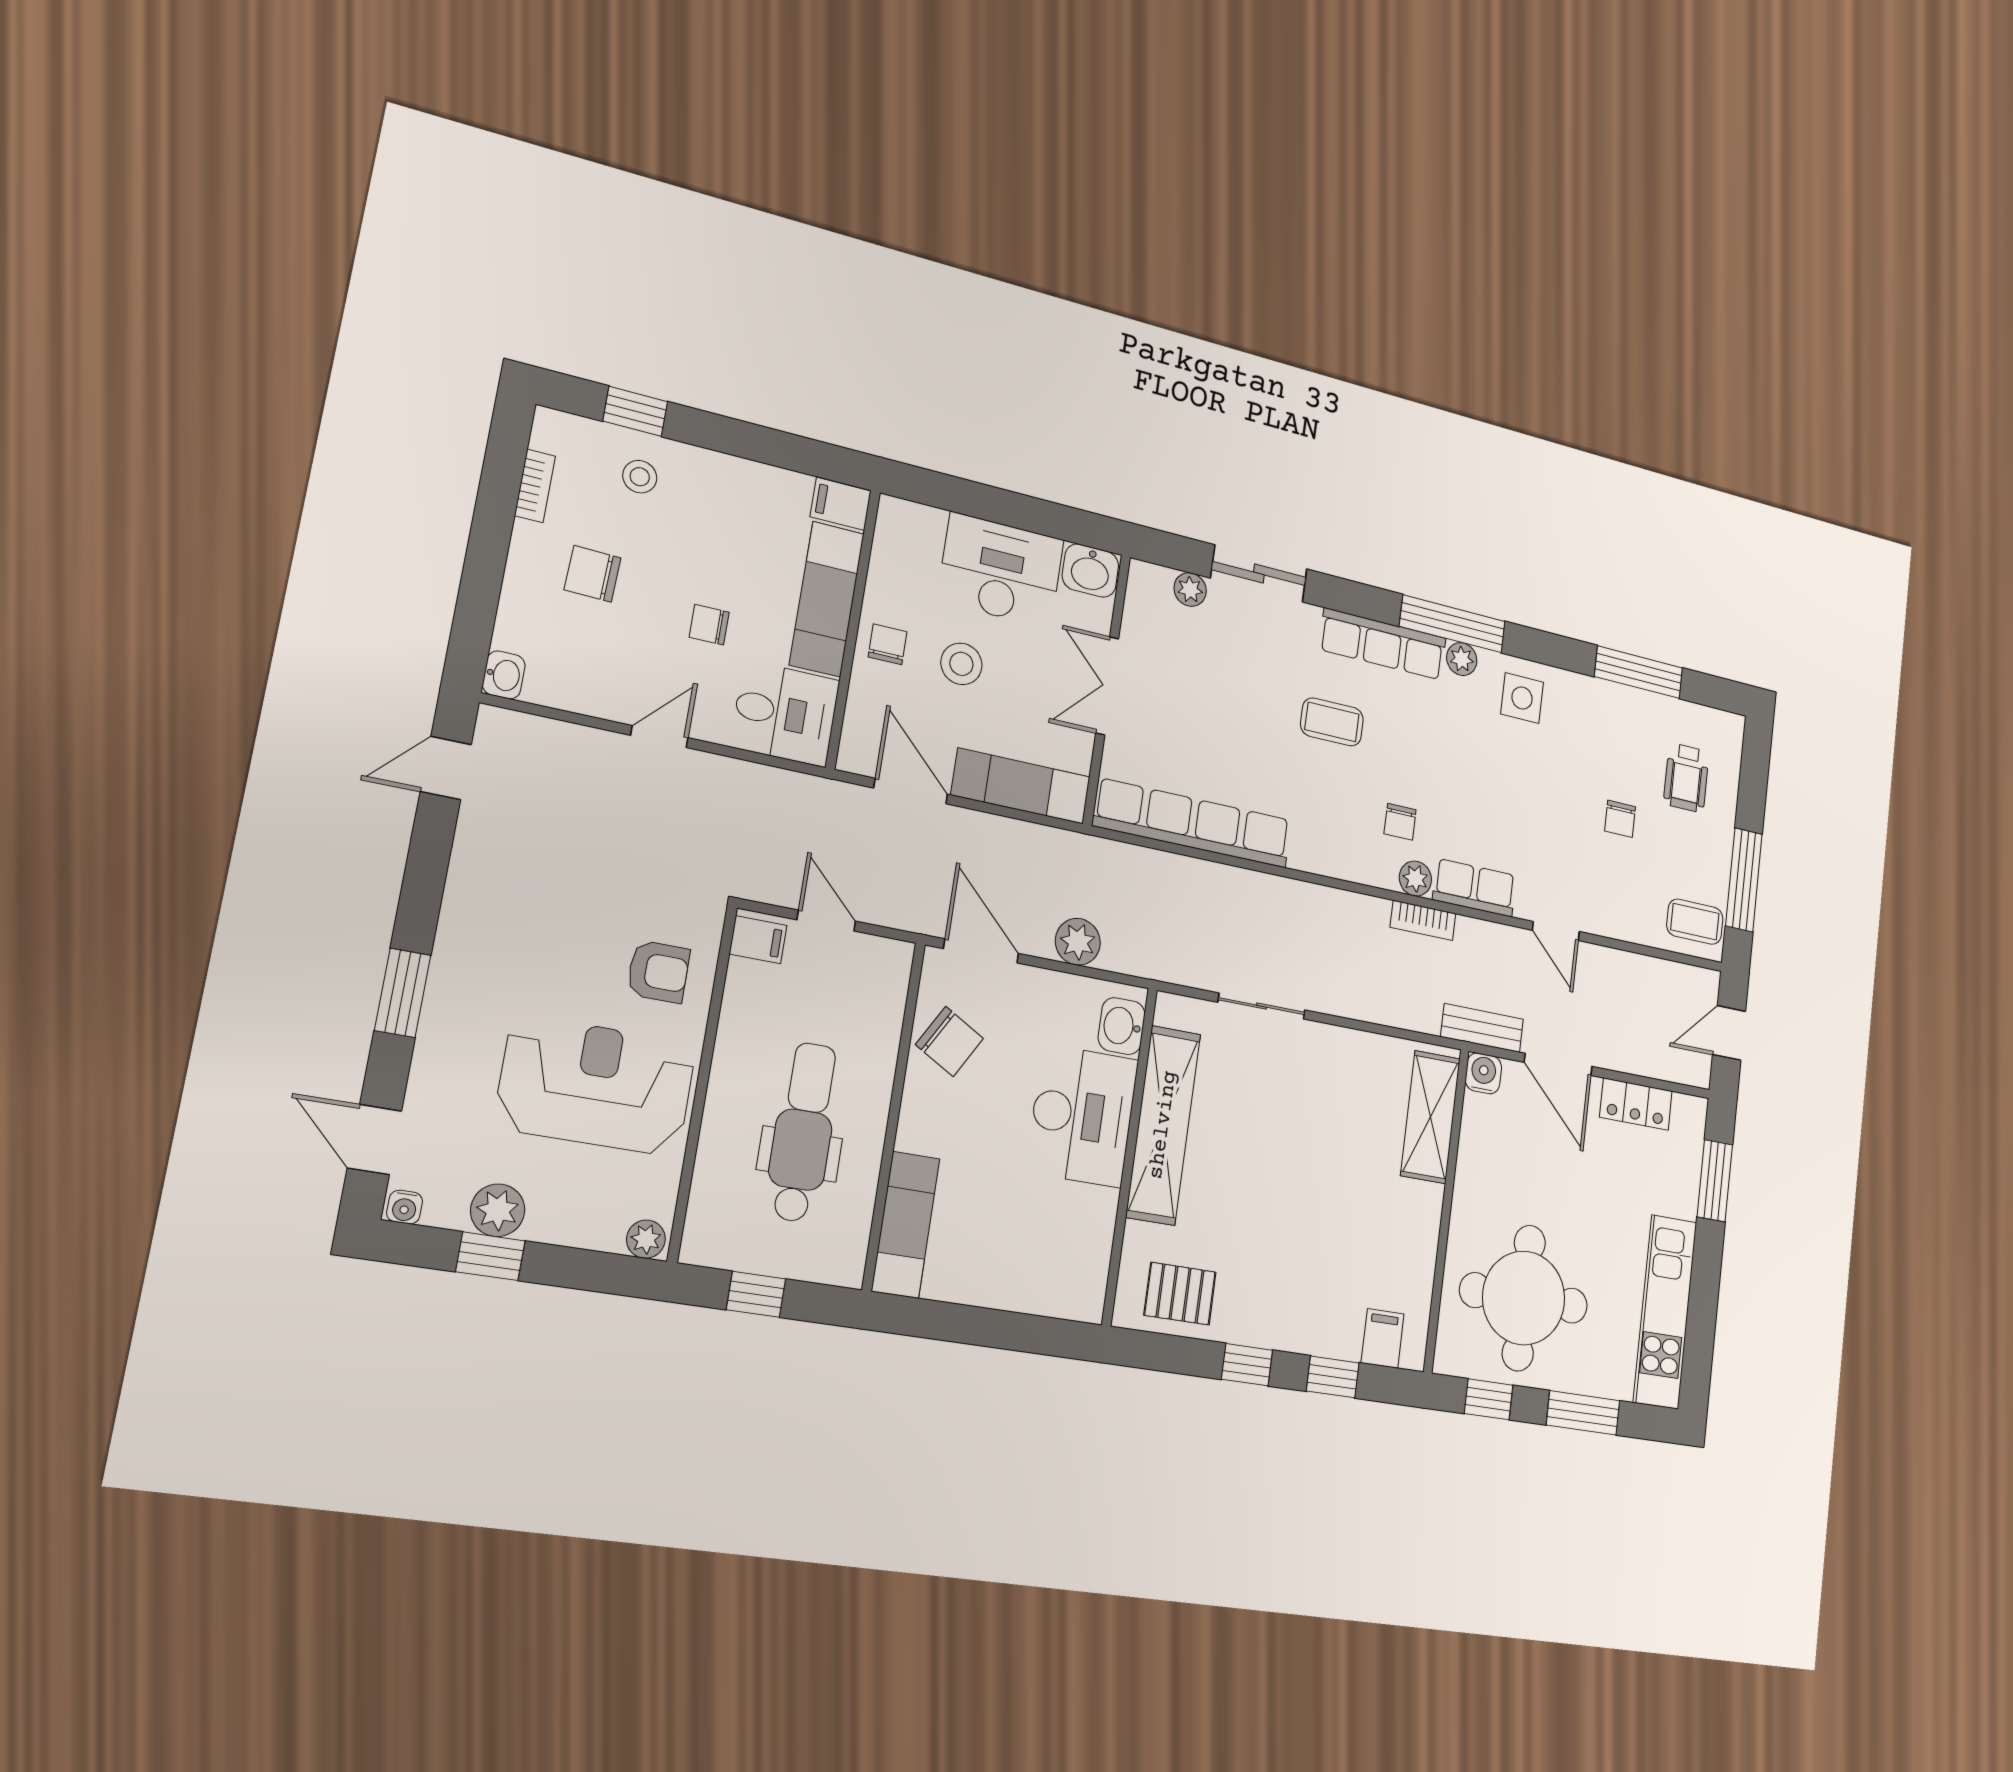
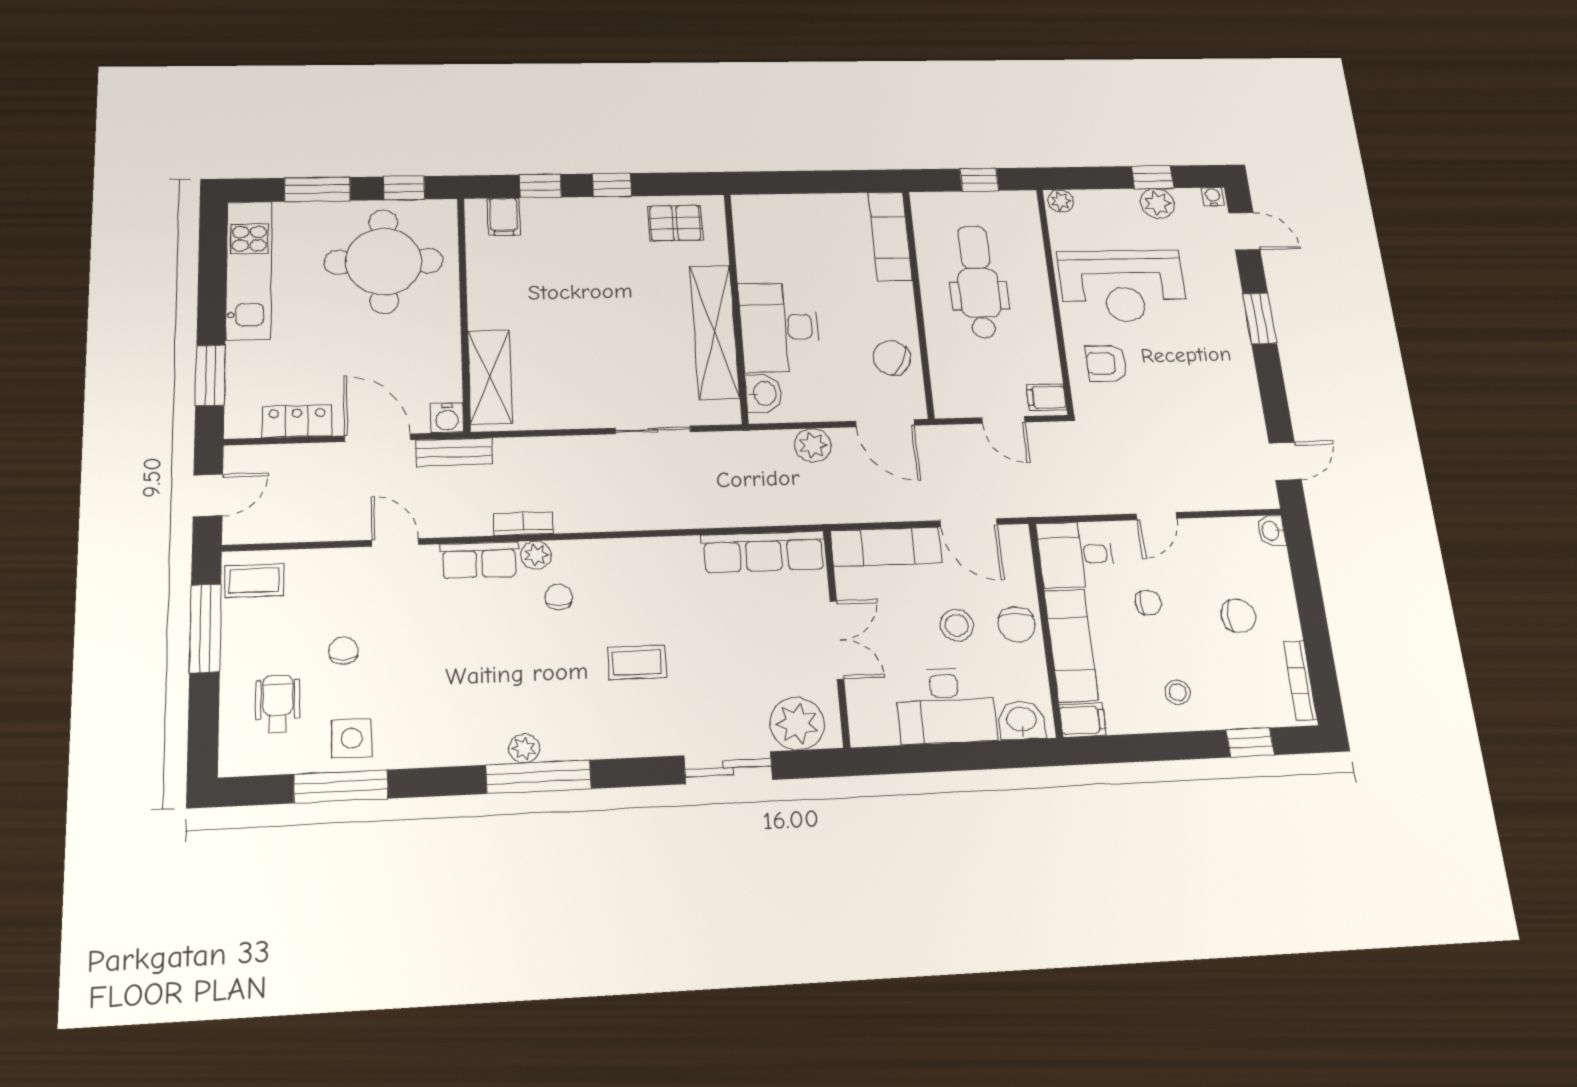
stool: (640, 477) -> (1178, 692), moved
bookcase: (535, 486) -> (1300, 680), width x1.56
washbasin: (1090, 571) -> (1022, 720), moved
plant: (1190, 590) -> (797, 724), width x1.88, depth x1.88
chair: (888, 644) -> (1017, 624), width x1.37, depth x1.37
row of seats: (1383, 644) -> (602, 740), removed
side table: (1522, 698) -> (352, 738), moved
row of seats: (1193, 823) -> (763, 552), width x0.73
dental chair: (803, 1132) -> (978, 282), turned 180

